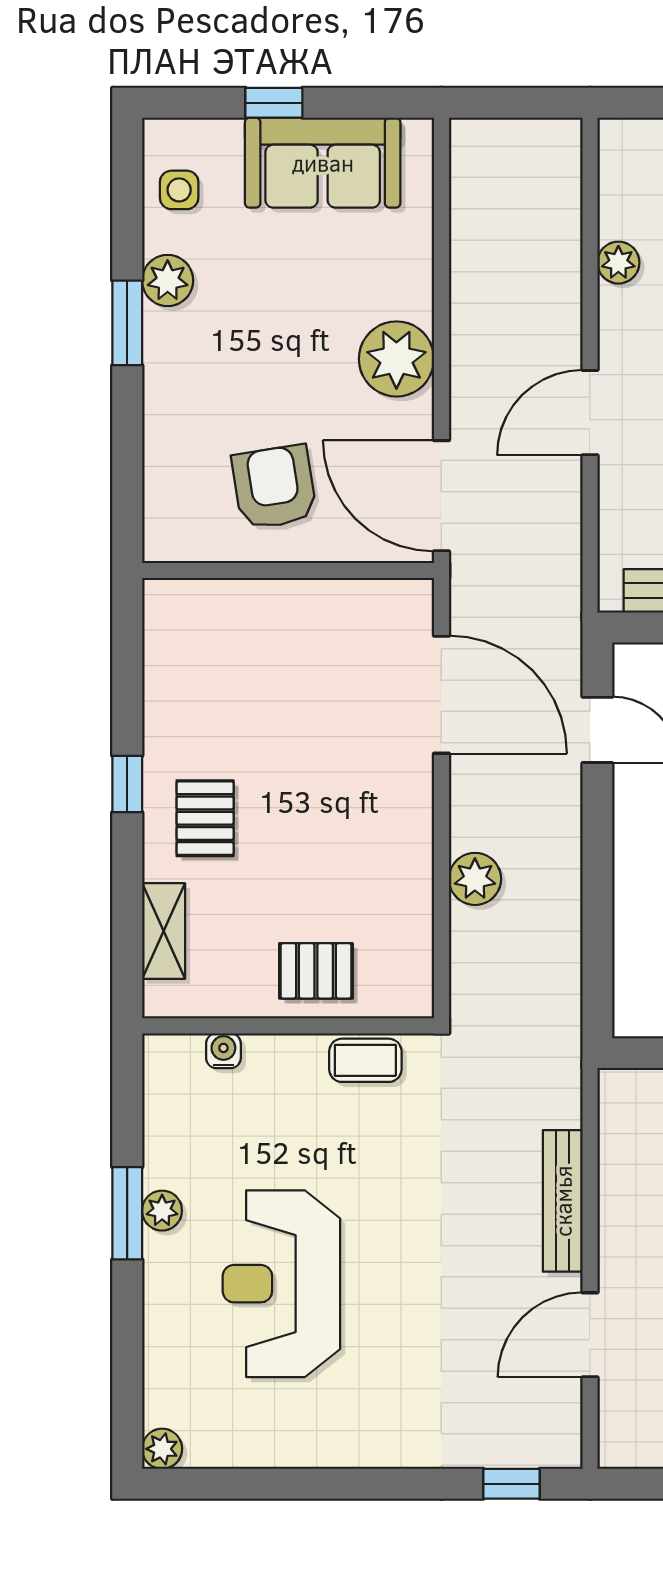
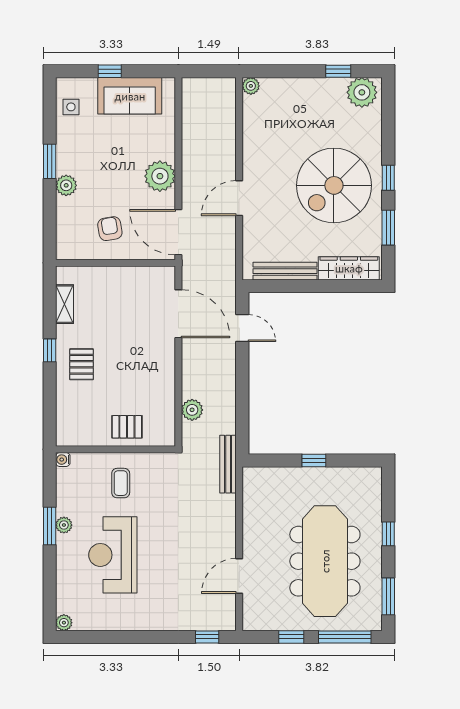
plant: (618, 263) -> (251, 86), moved
plant: (168, 281) -> (66, 185), moved
armchair: (274, 487) -> (110, 229), width x0.72, depth x0.72
plant: (475, 879) -> (192, 410), moved
shelving: (164, 931) -> (64, 304), moved
water cooler: (223, 1051) -> (63, 460), moved, turned -90
coffee table: (365, 1060) -> (121, 483), moved, turned 90
bench: (563, 1201) -> (228, 464), moved

